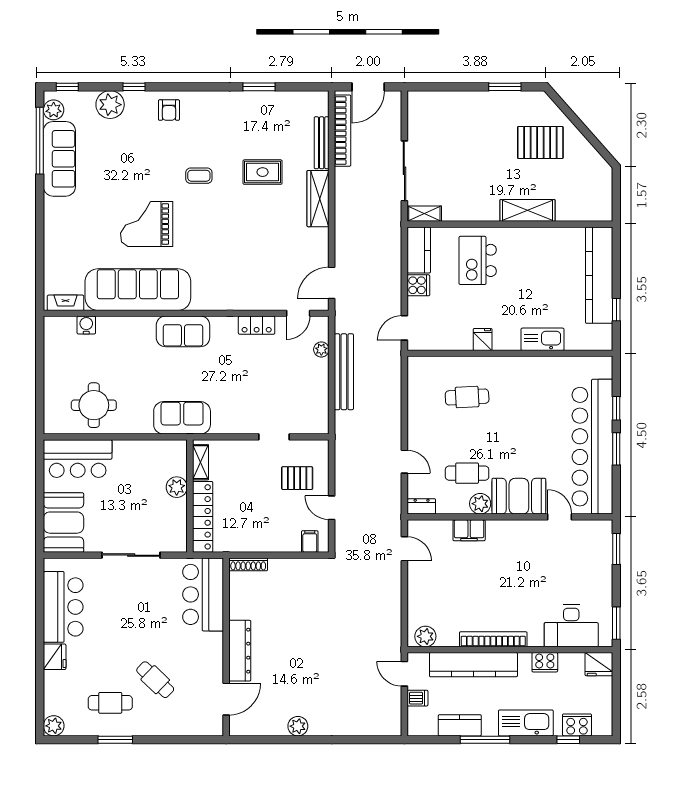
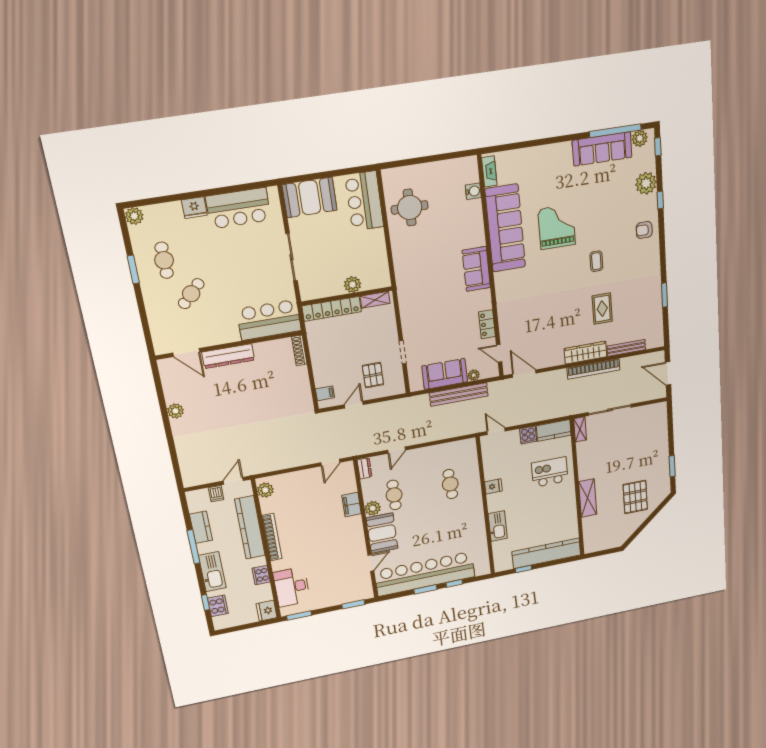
bookcase: (343, 131) -> (593, 369), moved
sofa: (182, 418) -> (445, 374), moved, turned -90

